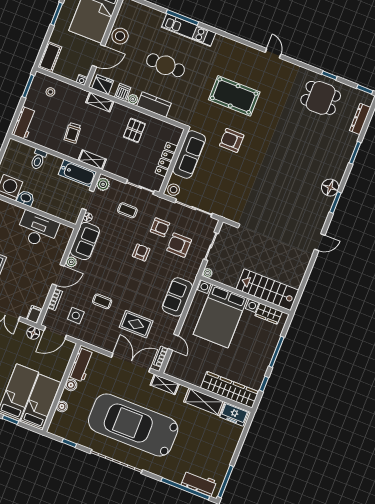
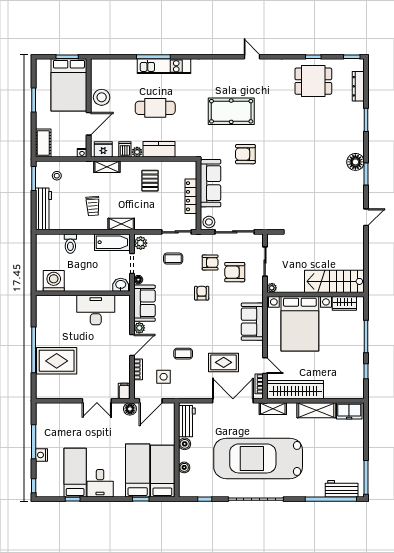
workbench: (24, 123) -> (43, 209), width x1.38
washbasin: (26, 198) -> (121, 285), moved
wardrobe: (230, 390) -> (295, 390), moved

